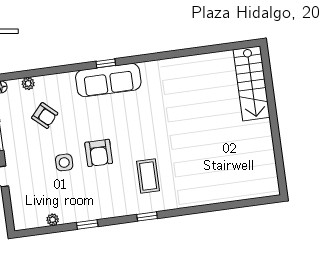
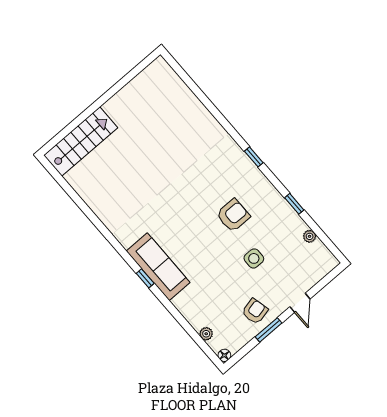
armchair: (45, 116) -> (255, 311), moved, turned 35
armchair: (99, 153) -> (233, 215), moved
coffee table: (148, 176) -> (218, 179), removed

